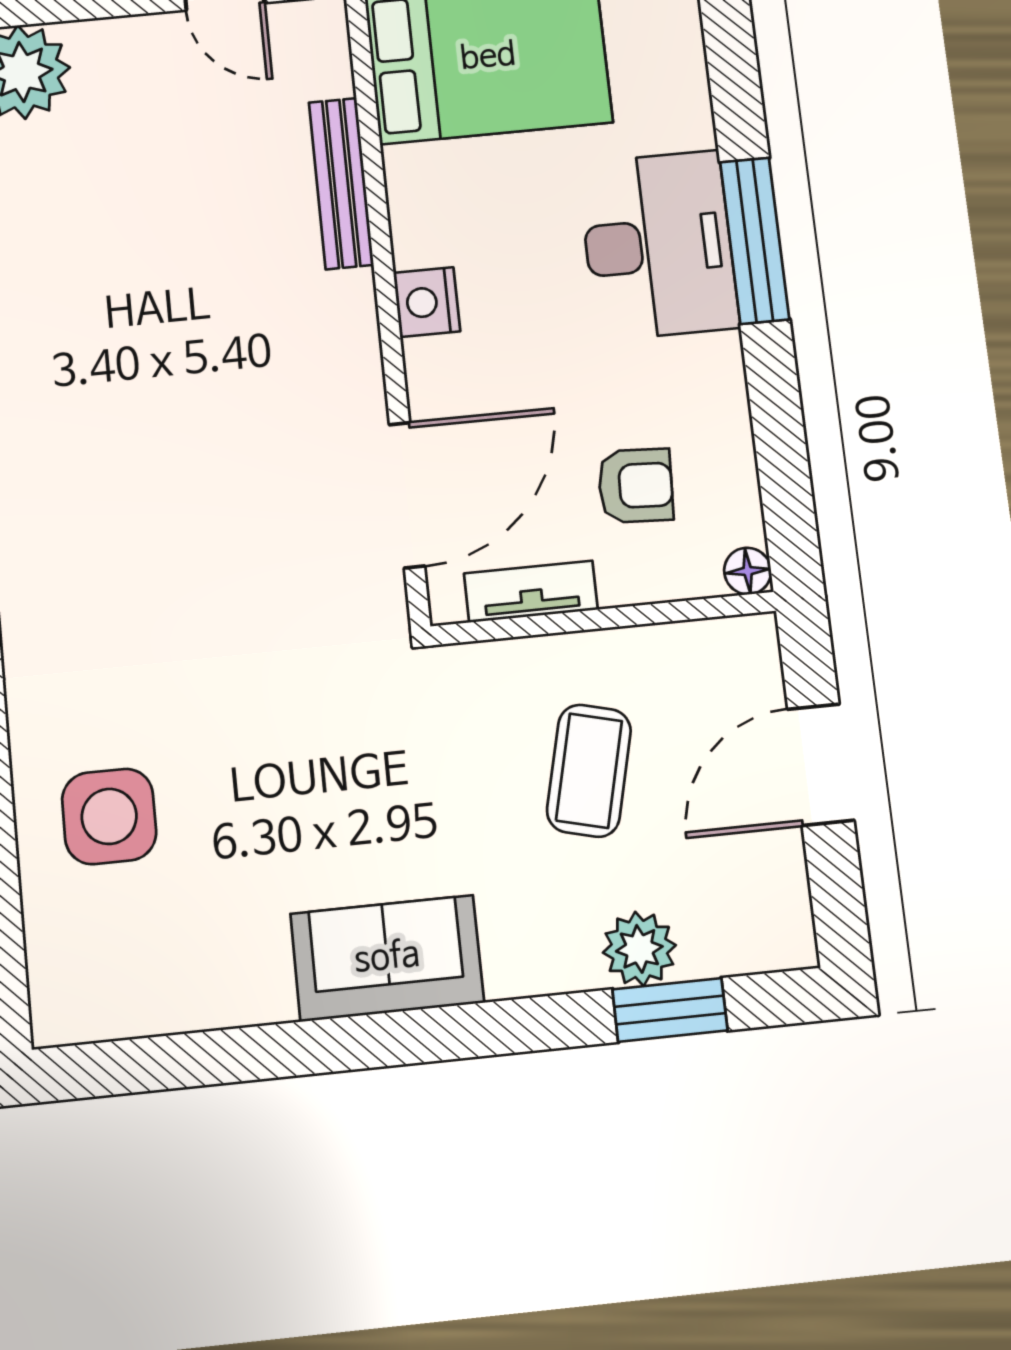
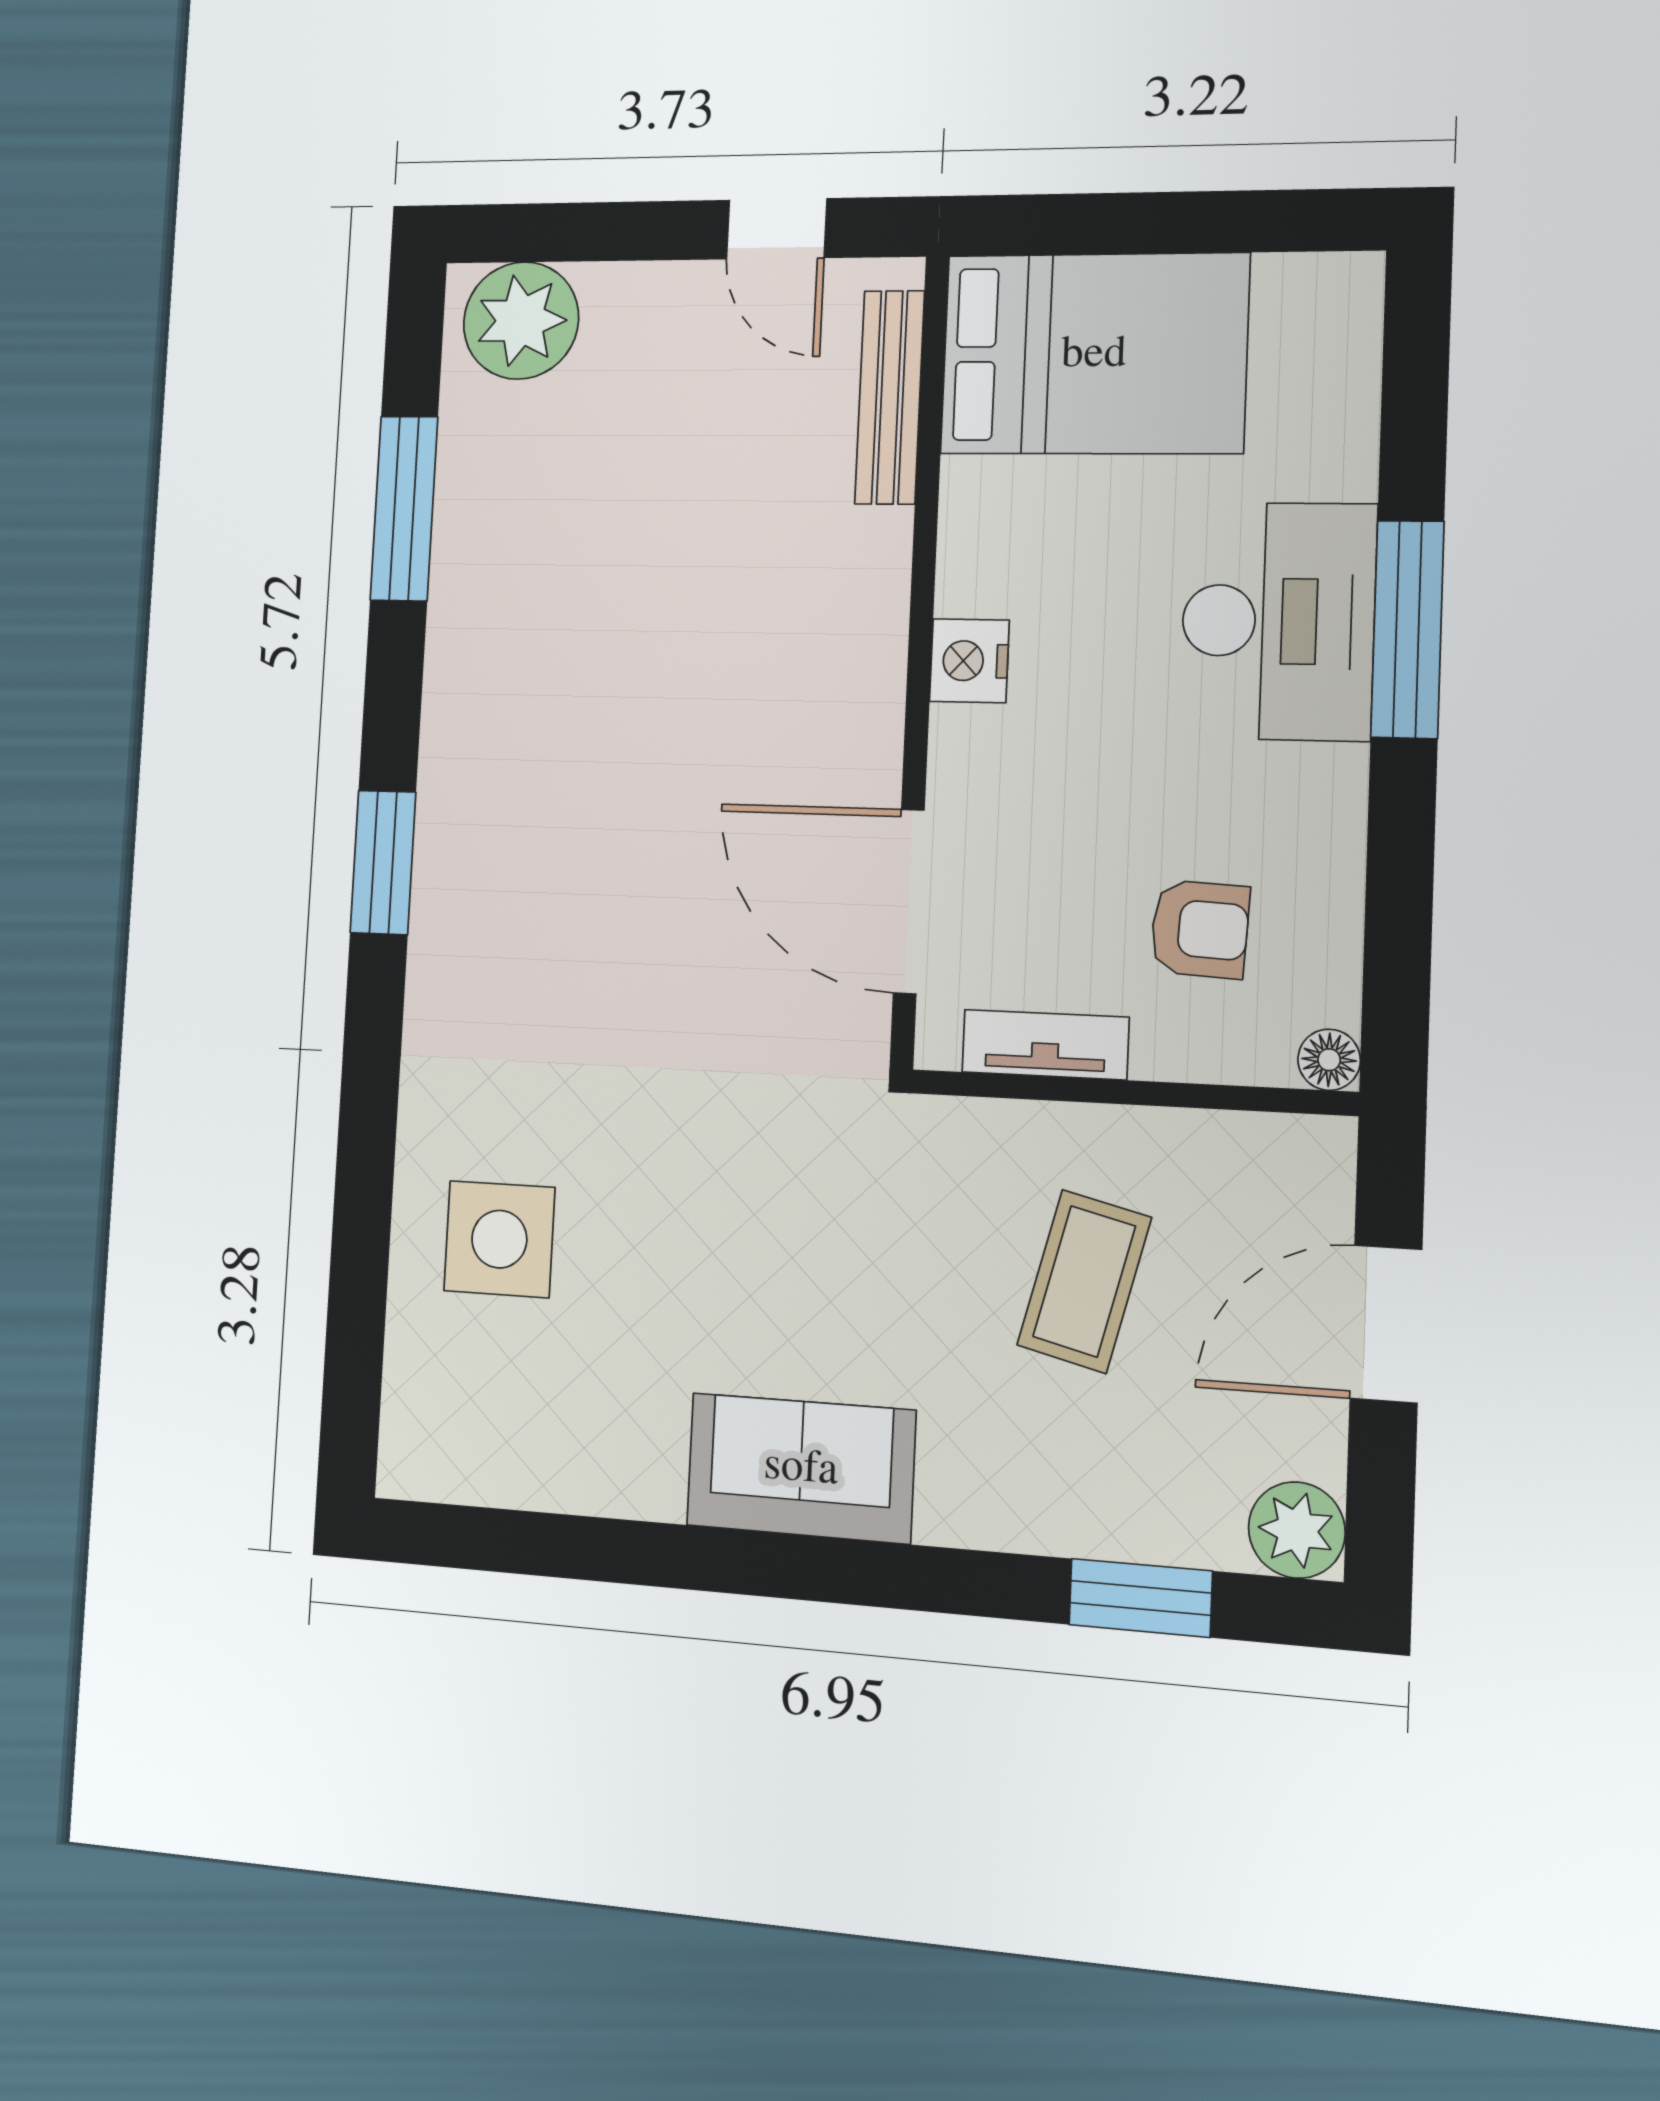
bench: (341, 183) -> (890, 397), moved
door: (407, 495) -> (909, 901), swing flipped
plant: (639, 949) -> (1297, 1530), moved

